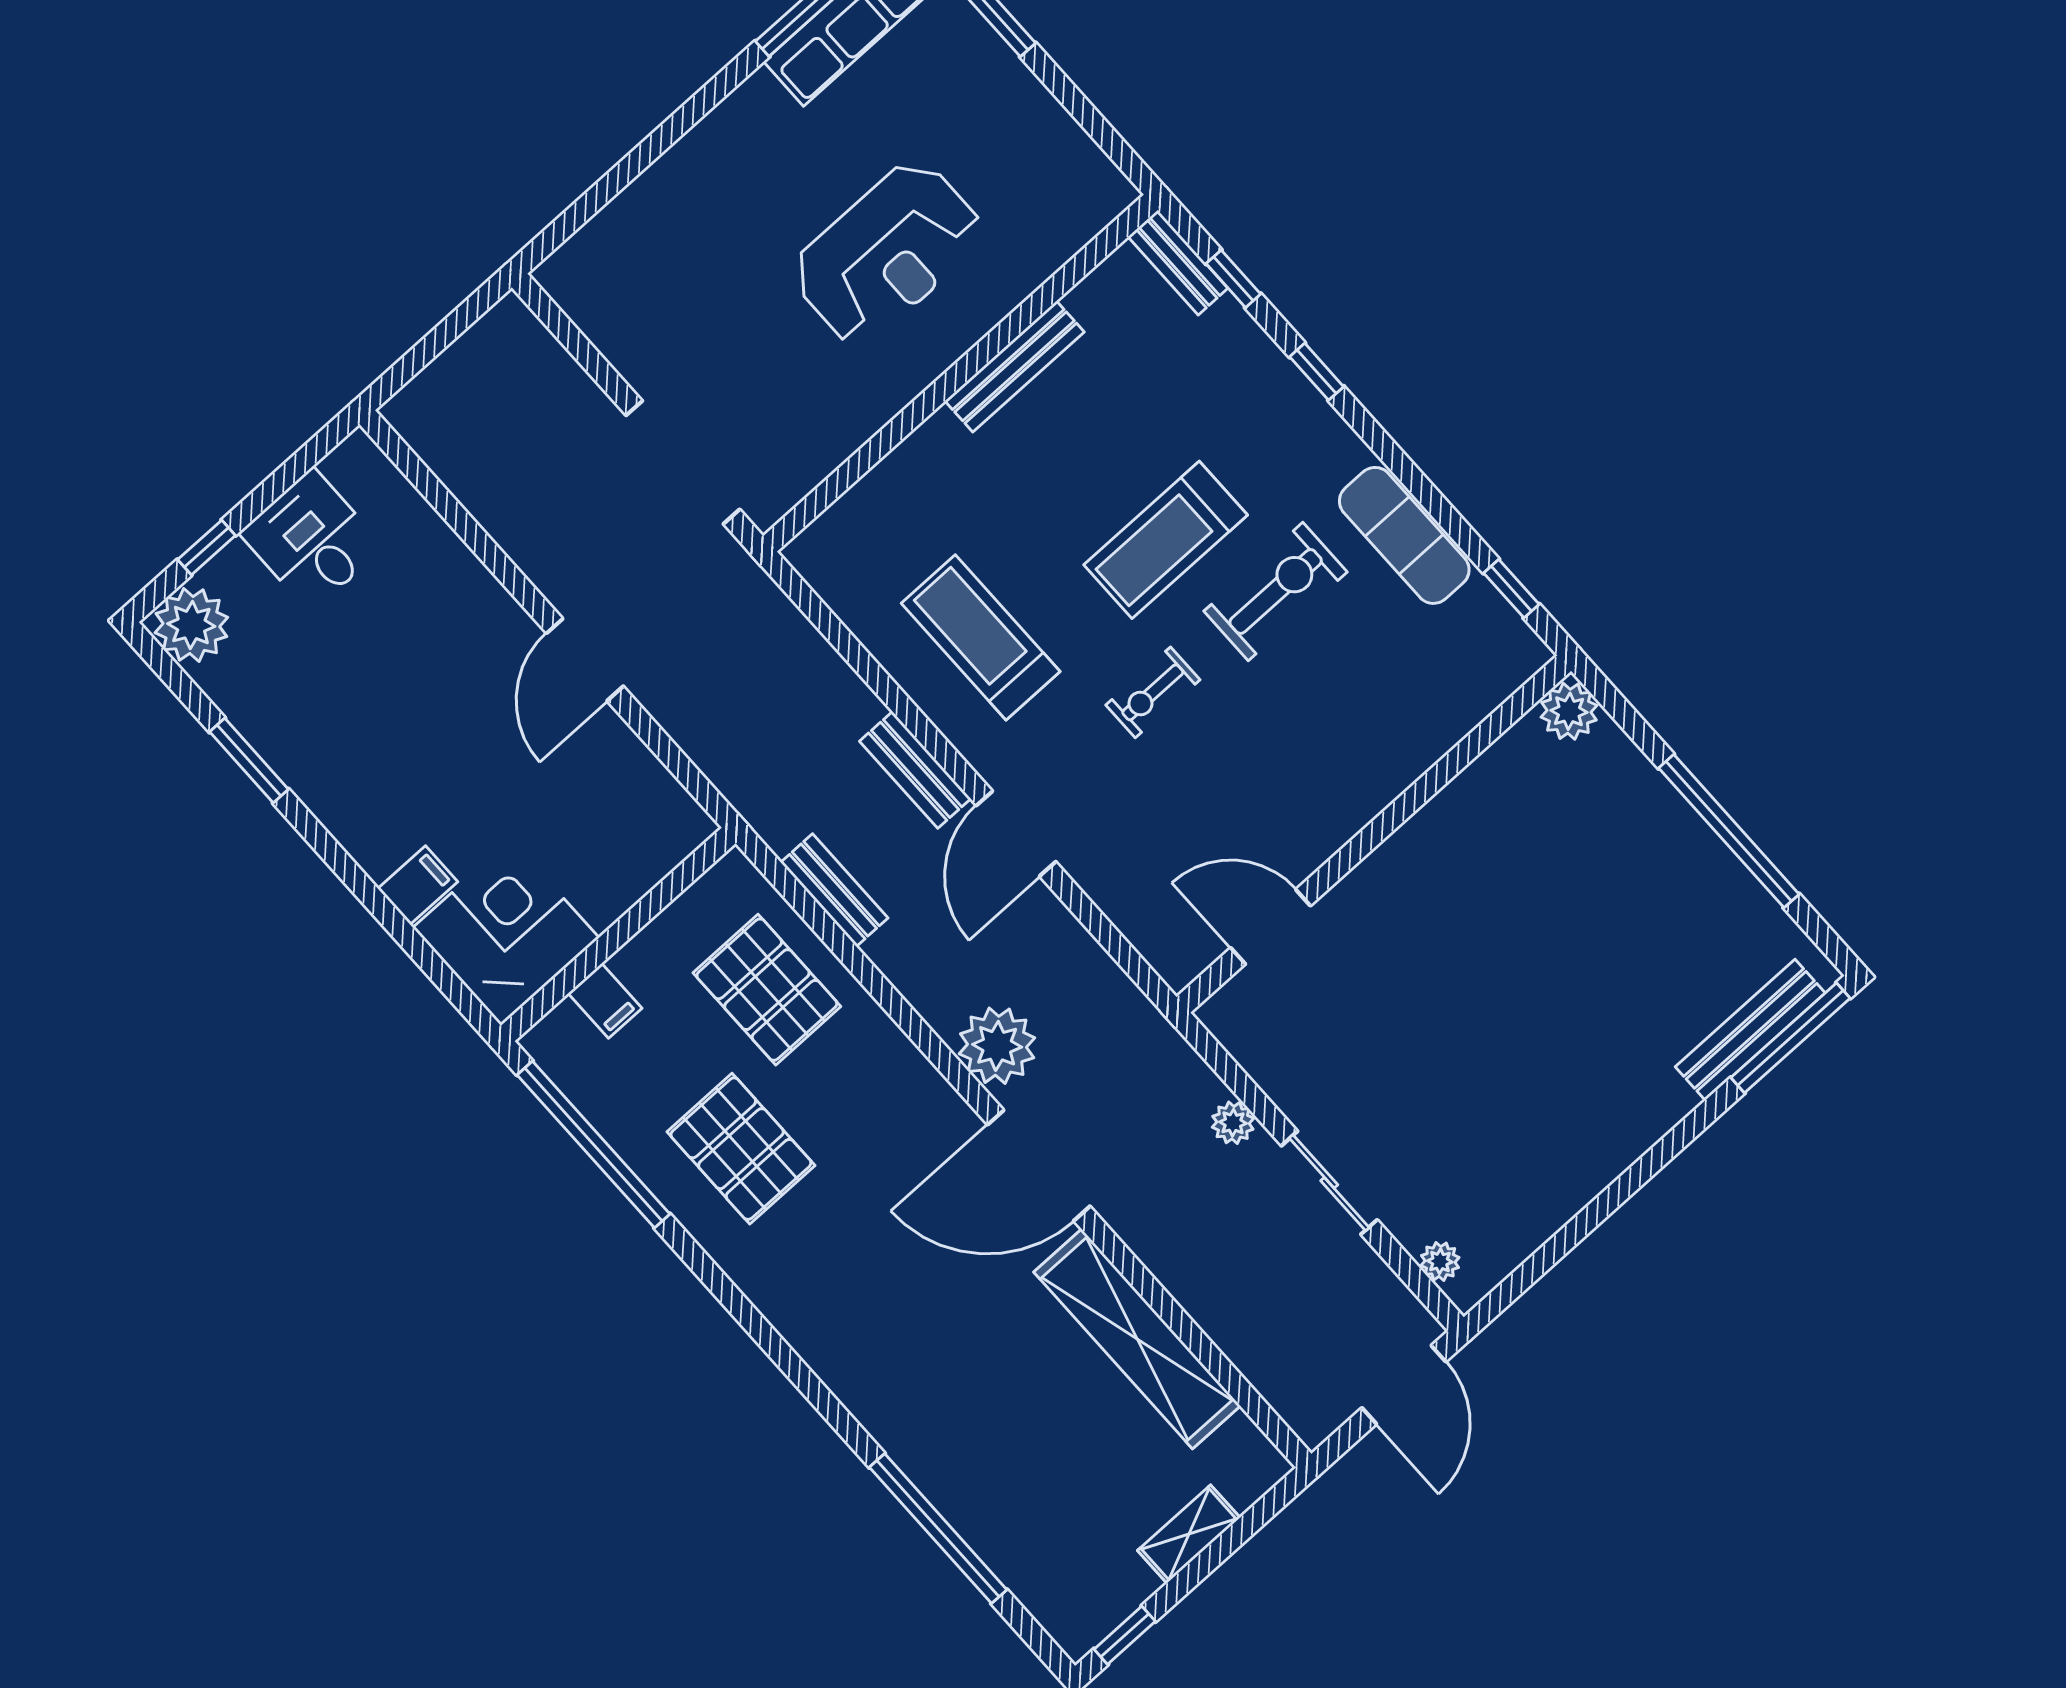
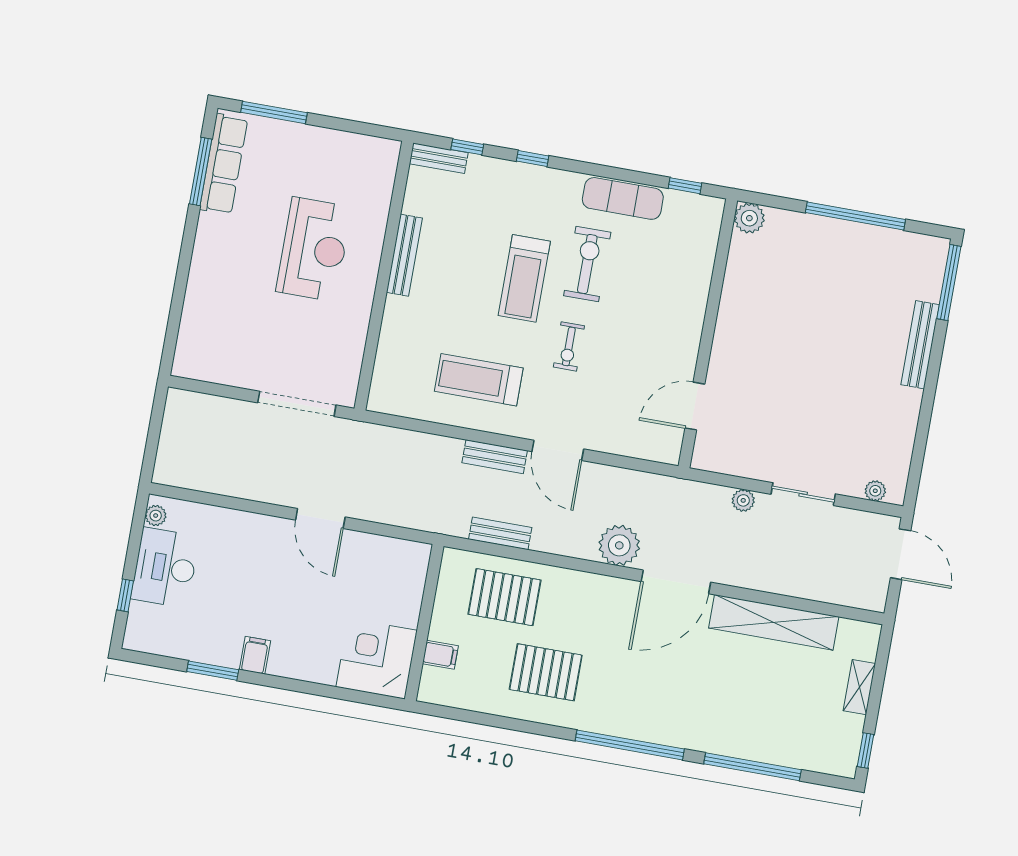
desk: (312, 540) -> (165, 568), width x1.37
plant: (191, 625) -> (156, 516), moved, width x0.53, depth x0.53
filing cabinet: (418, 885) -> (255, 655), moved
bench: (1750, 1030) -> (920, 345), moved
window: (594, 1144) -> (630, 745), moved

